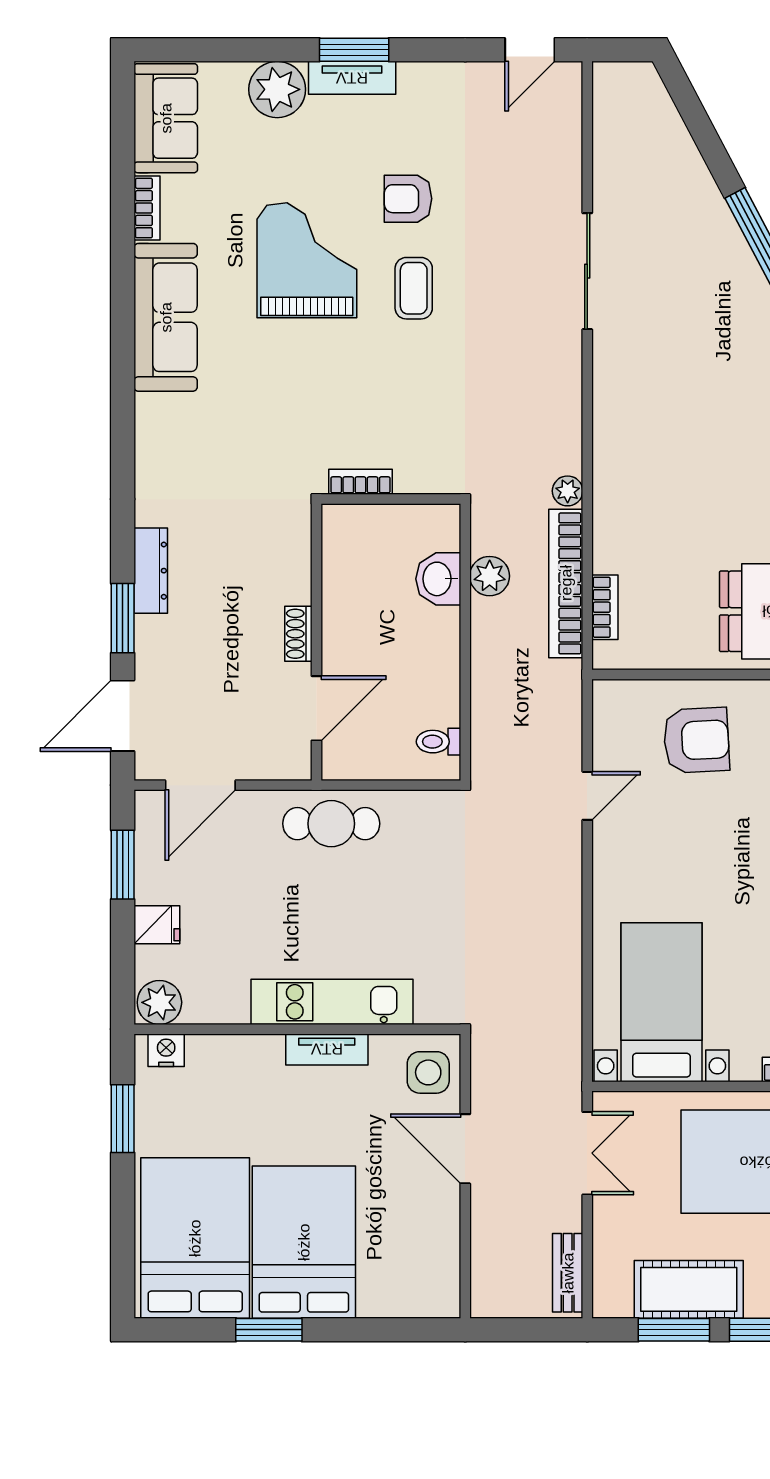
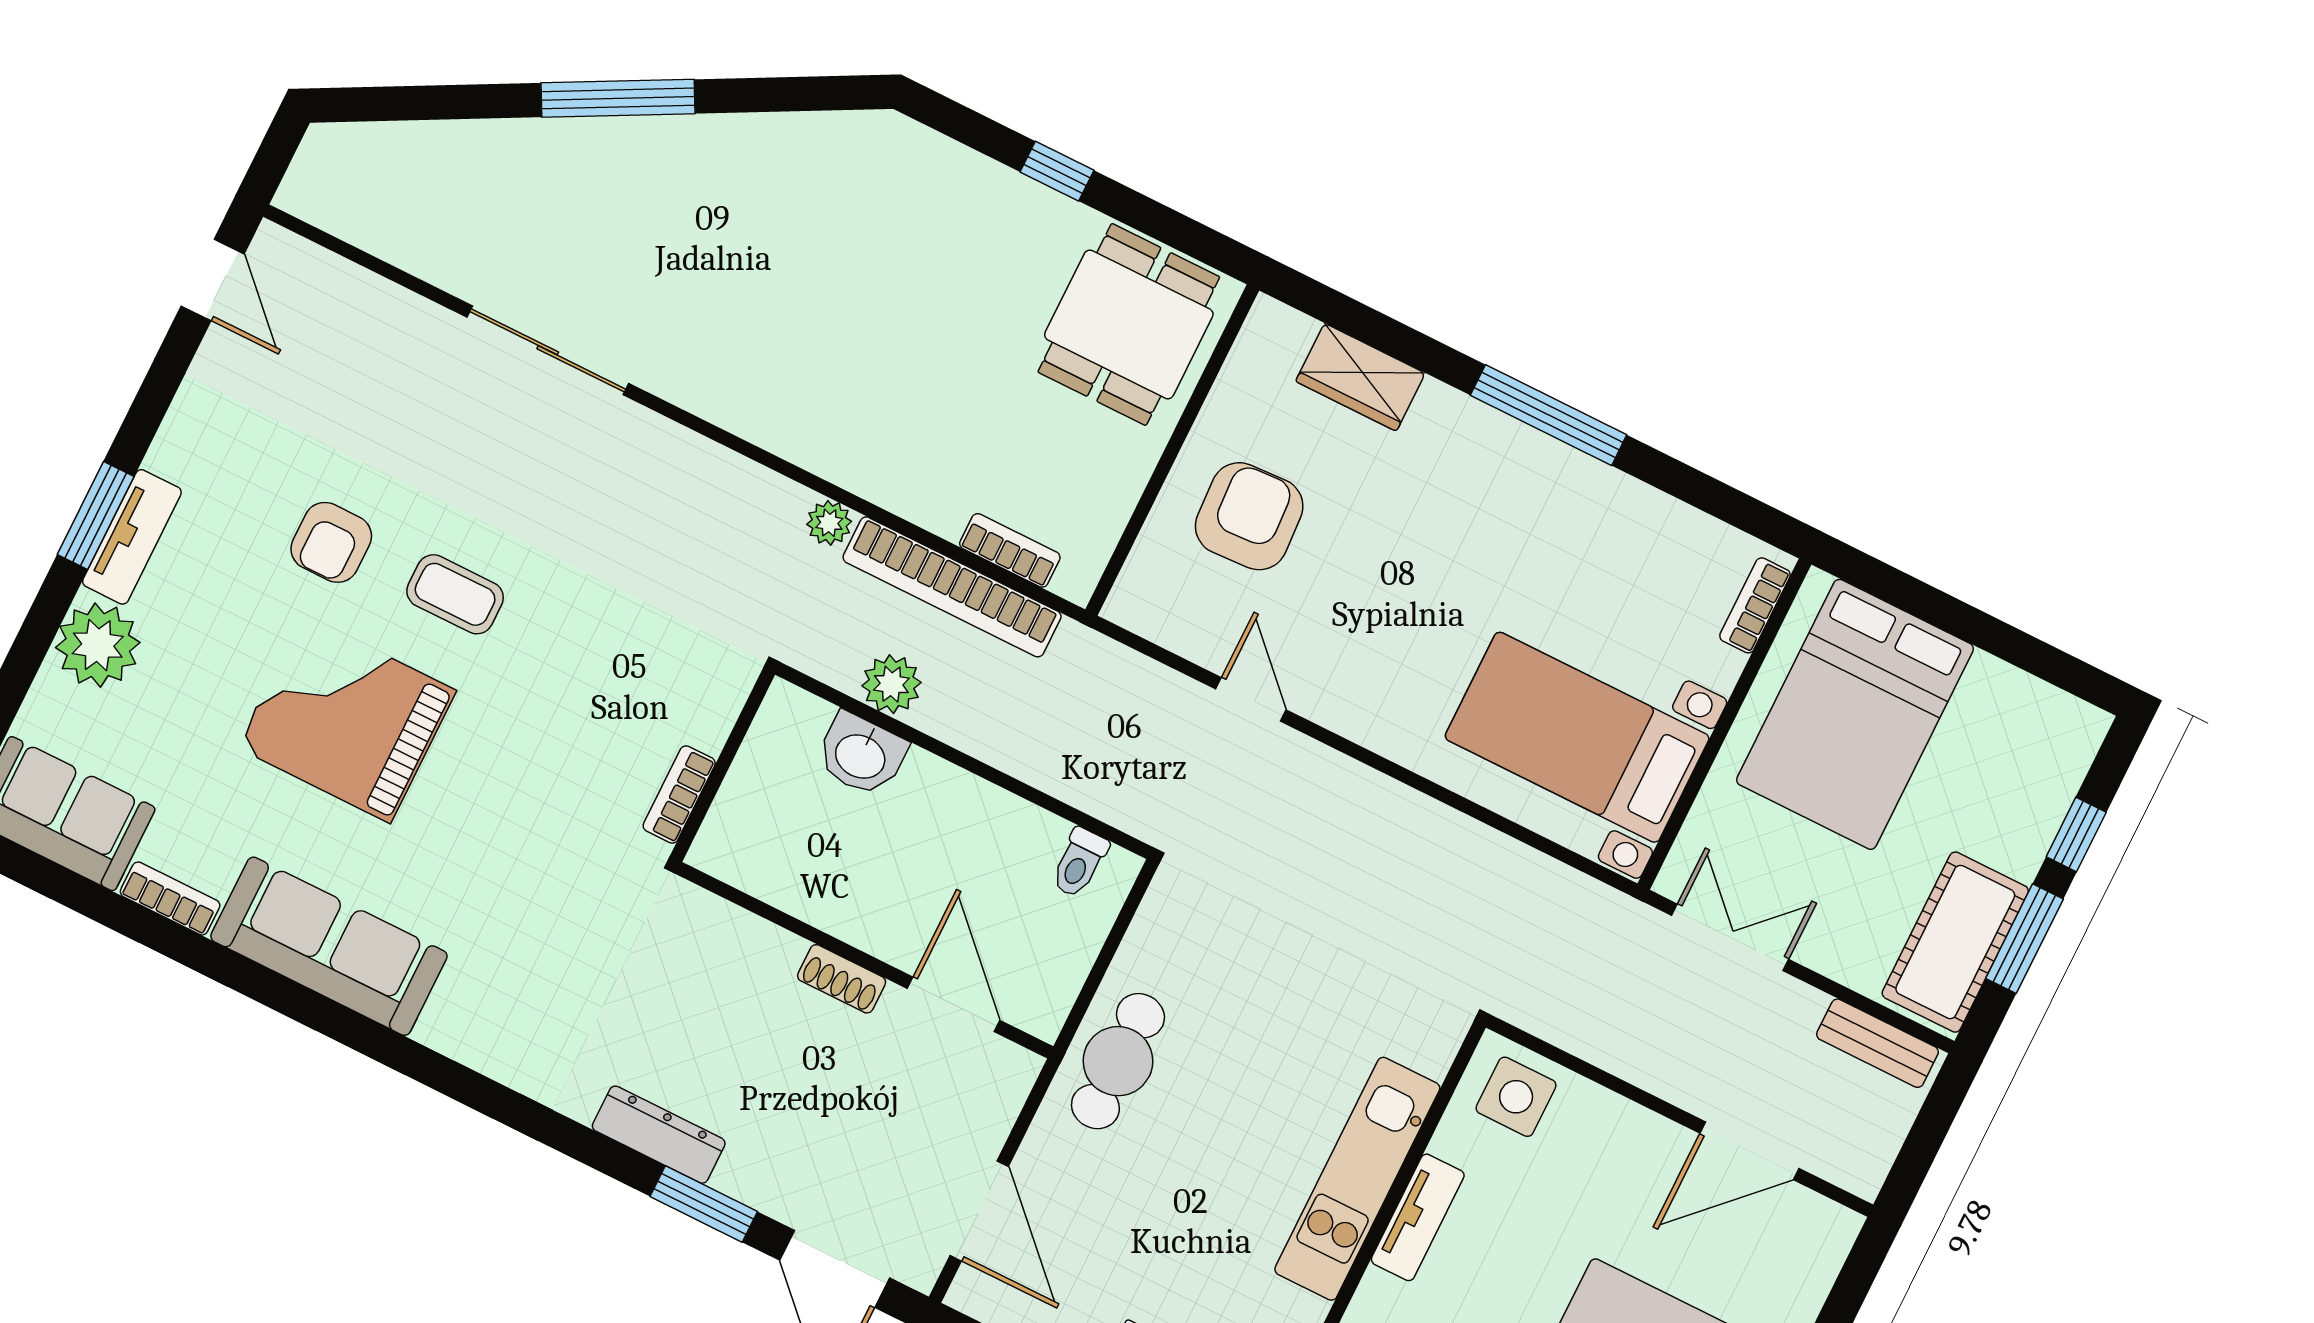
door: (465, 1149) -> (1749, 1151), moved
cot: (689, 1289) -> (1955, 942), moved

